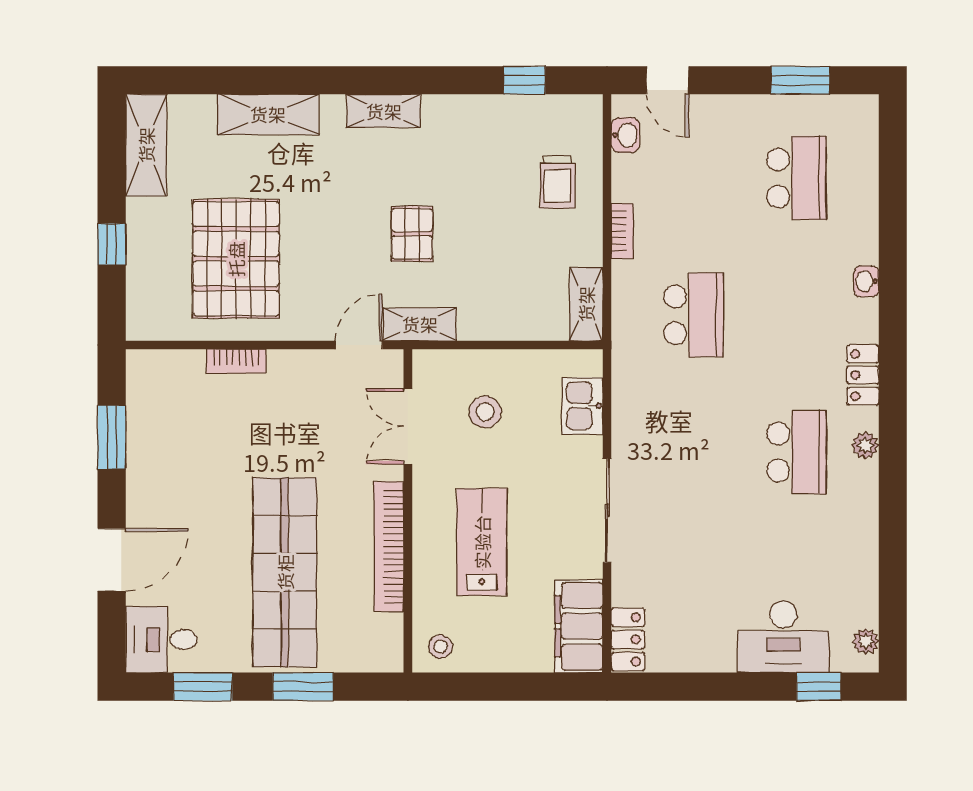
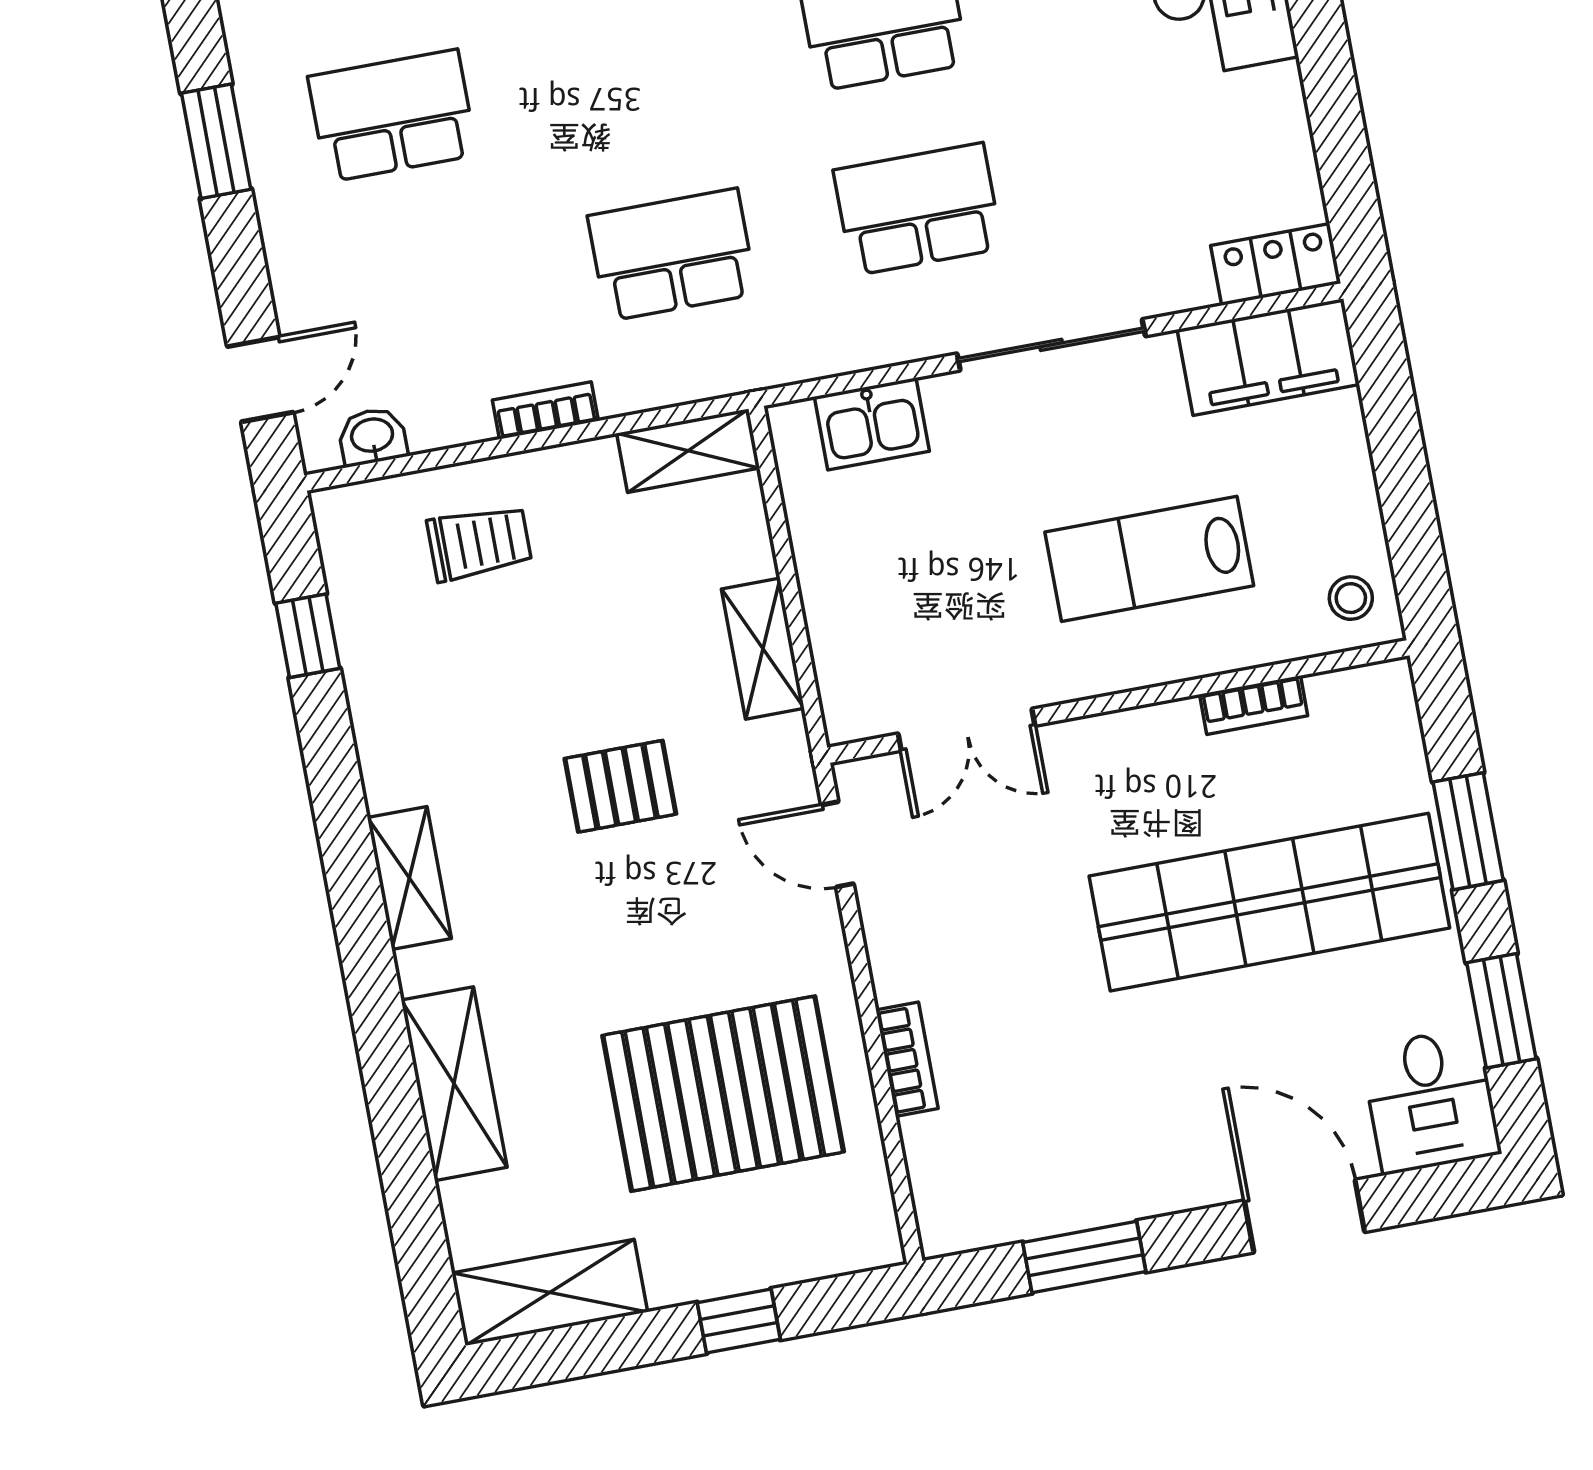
shelving: (420, 324) -> (763, 649), moved
stool: (485, 412) -> (915, 596), removed
school desk: (693, 452) -> (918, 209), added
bookcase: (389, 547) -> (1254, 705), width x0.43, depth x0.76

